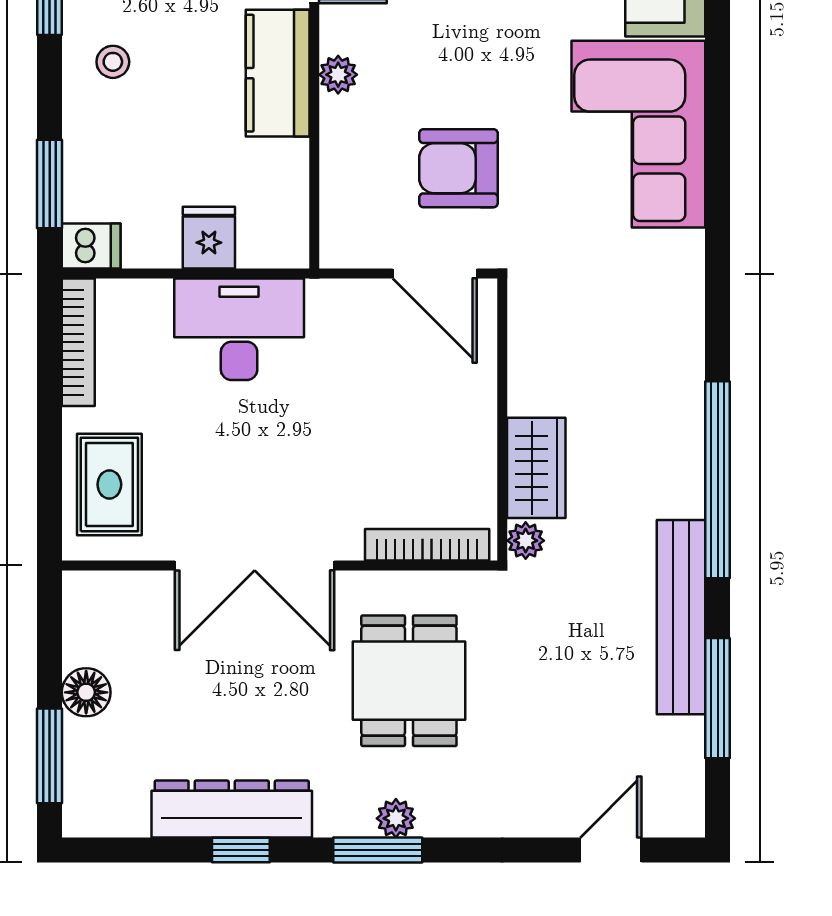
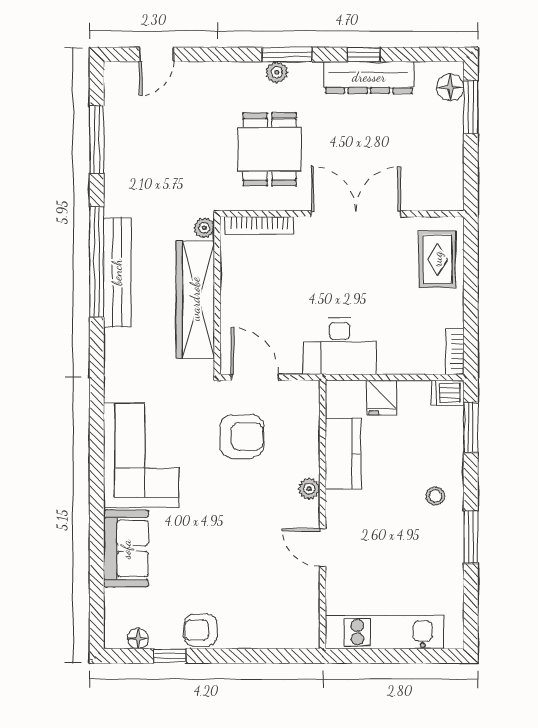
kitchen counter: (278, 73) -> (343, 454), moved
desk: (239, 329) -> (340, 346), moved
bookcase: (78, 342) -> (455, 352), width x0.64
wardrobe: (536, 468) -> (195, 299), width x2.10, depth x1.17
bench: (681, 617) -> (117, 272), moved
floor lamp: (86, 692) -> (450, 87), moved

